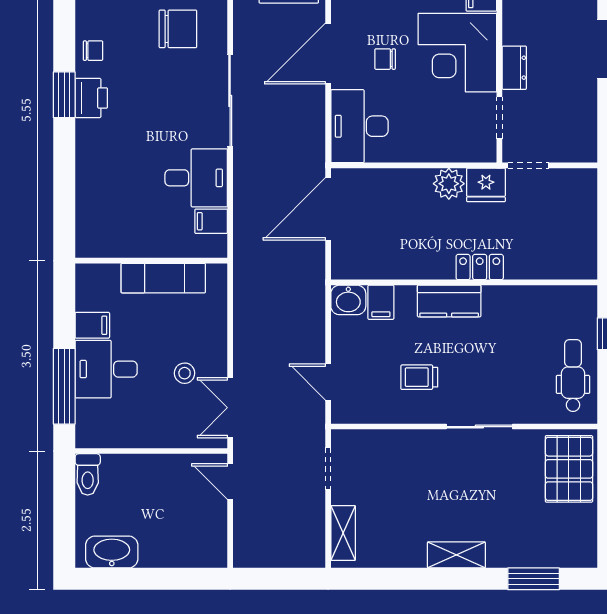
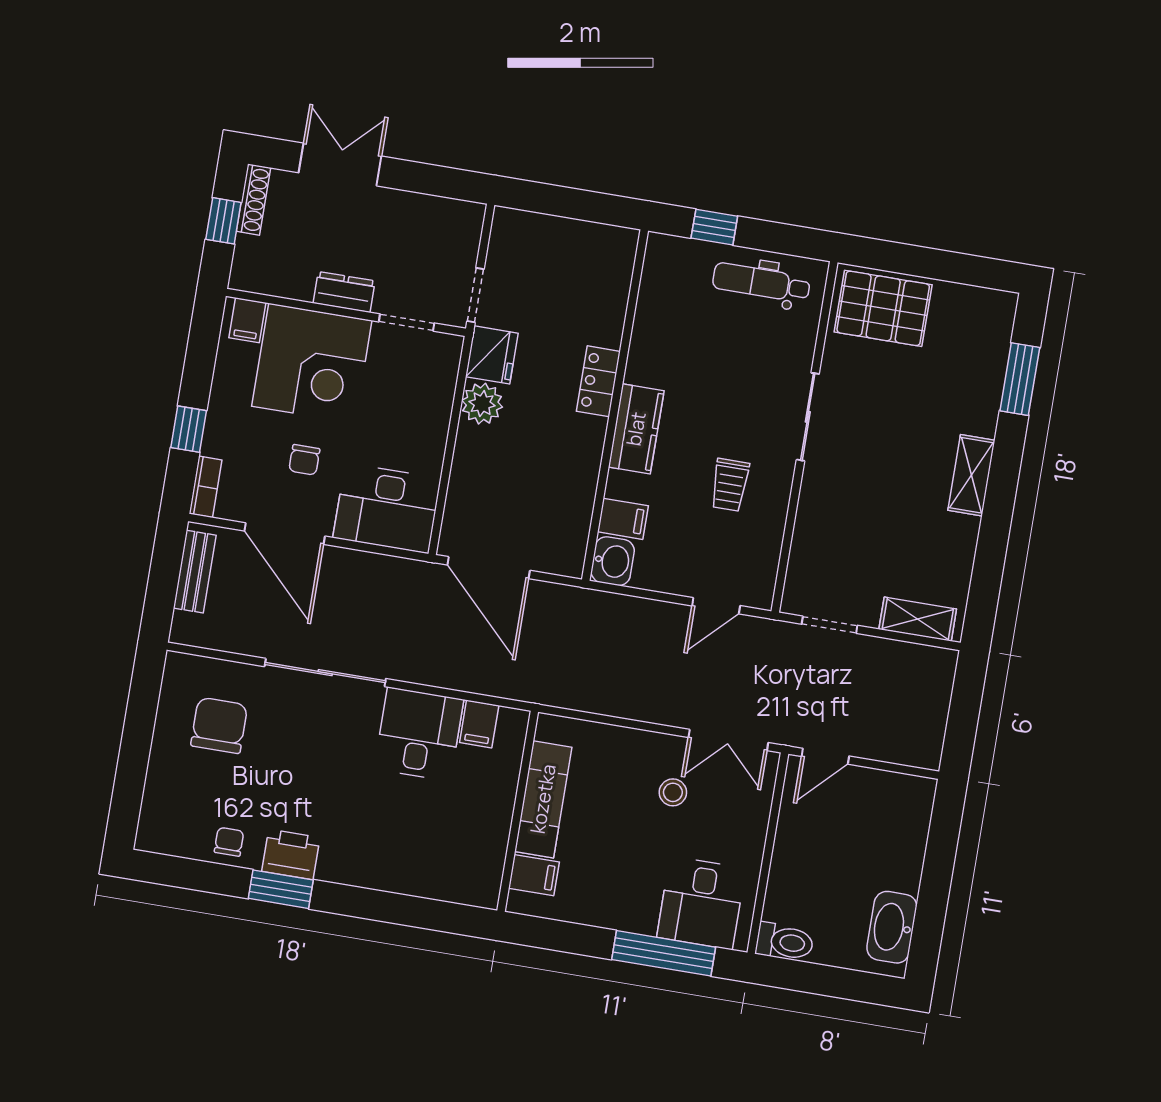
filing cabinet: (92, 325) -> (534, 875), moved, turned 90
desk: (106, 369) -> (701, 903), moved

